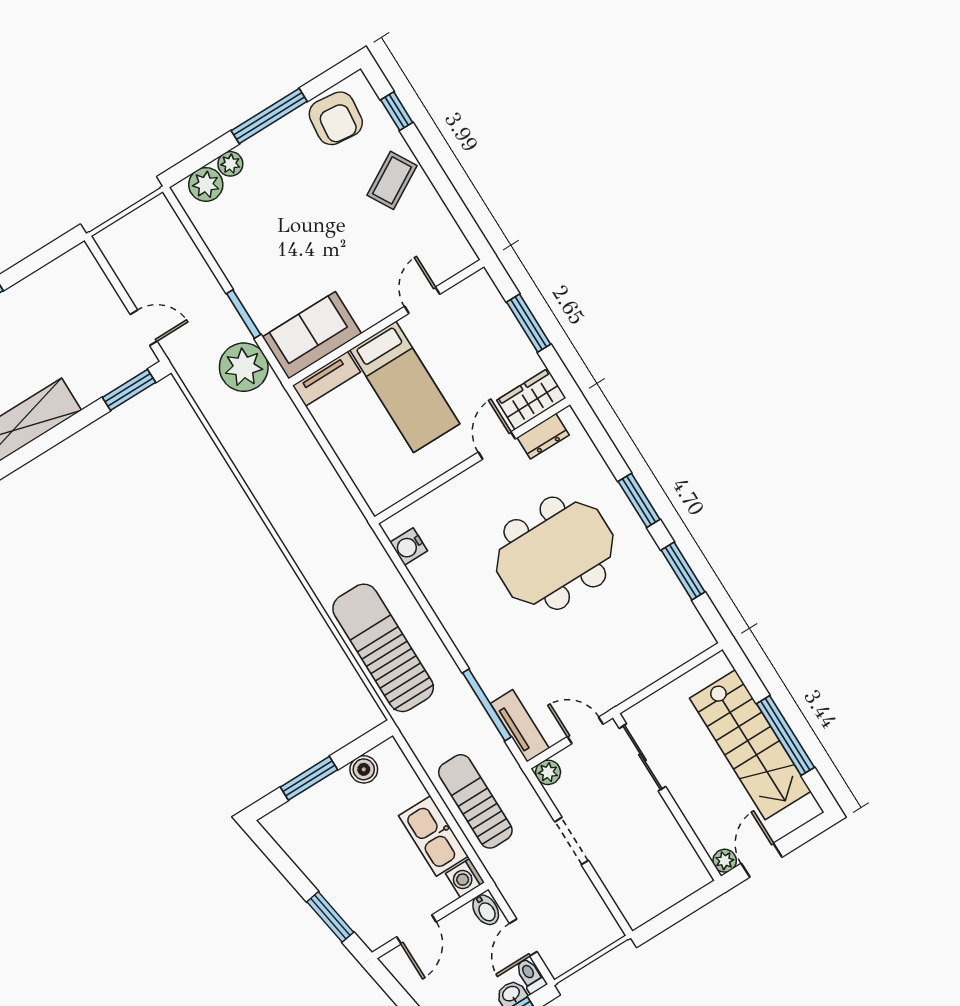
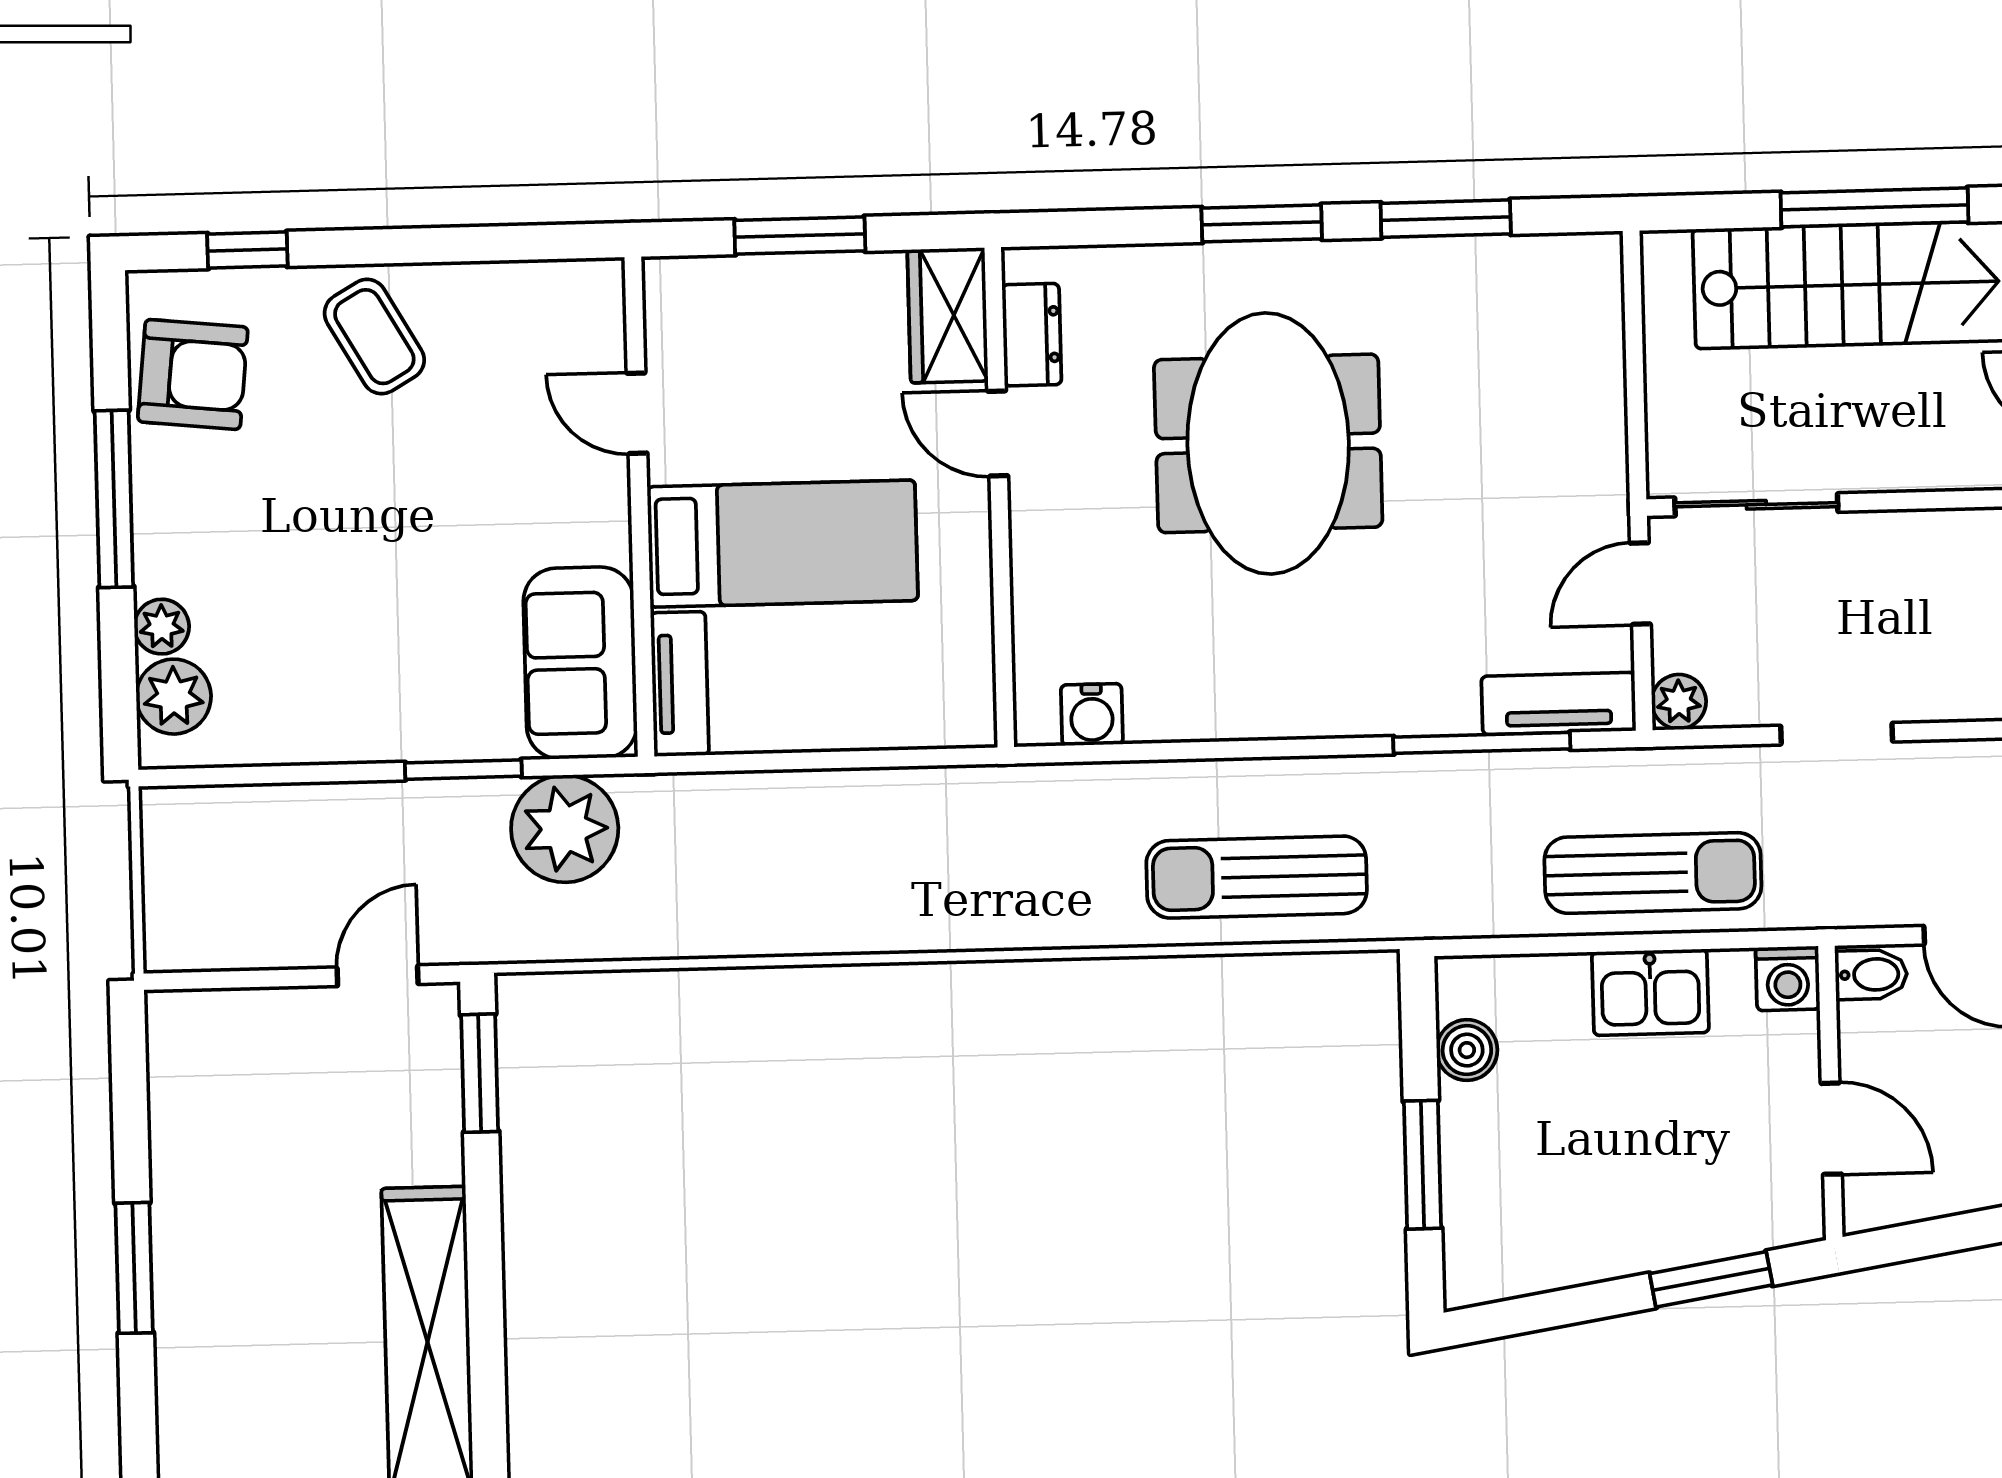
sun lounger: (383, 648) -> (1257, 877), width x0.73, depth x0.75
sun lounger: (475, 801) -> (1653, 873), turned 180
kitchen sink: (433, 836) -> (1650, 992), width x0.73

